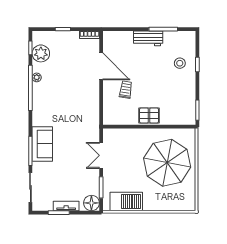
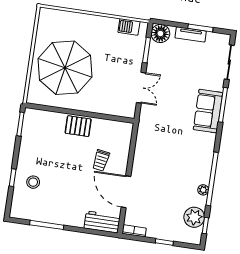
workbench: (148, 38) -> (102, 222), moved
barbecue: (126, 201) -> (129, 27), width x0.53, depth x0.65

